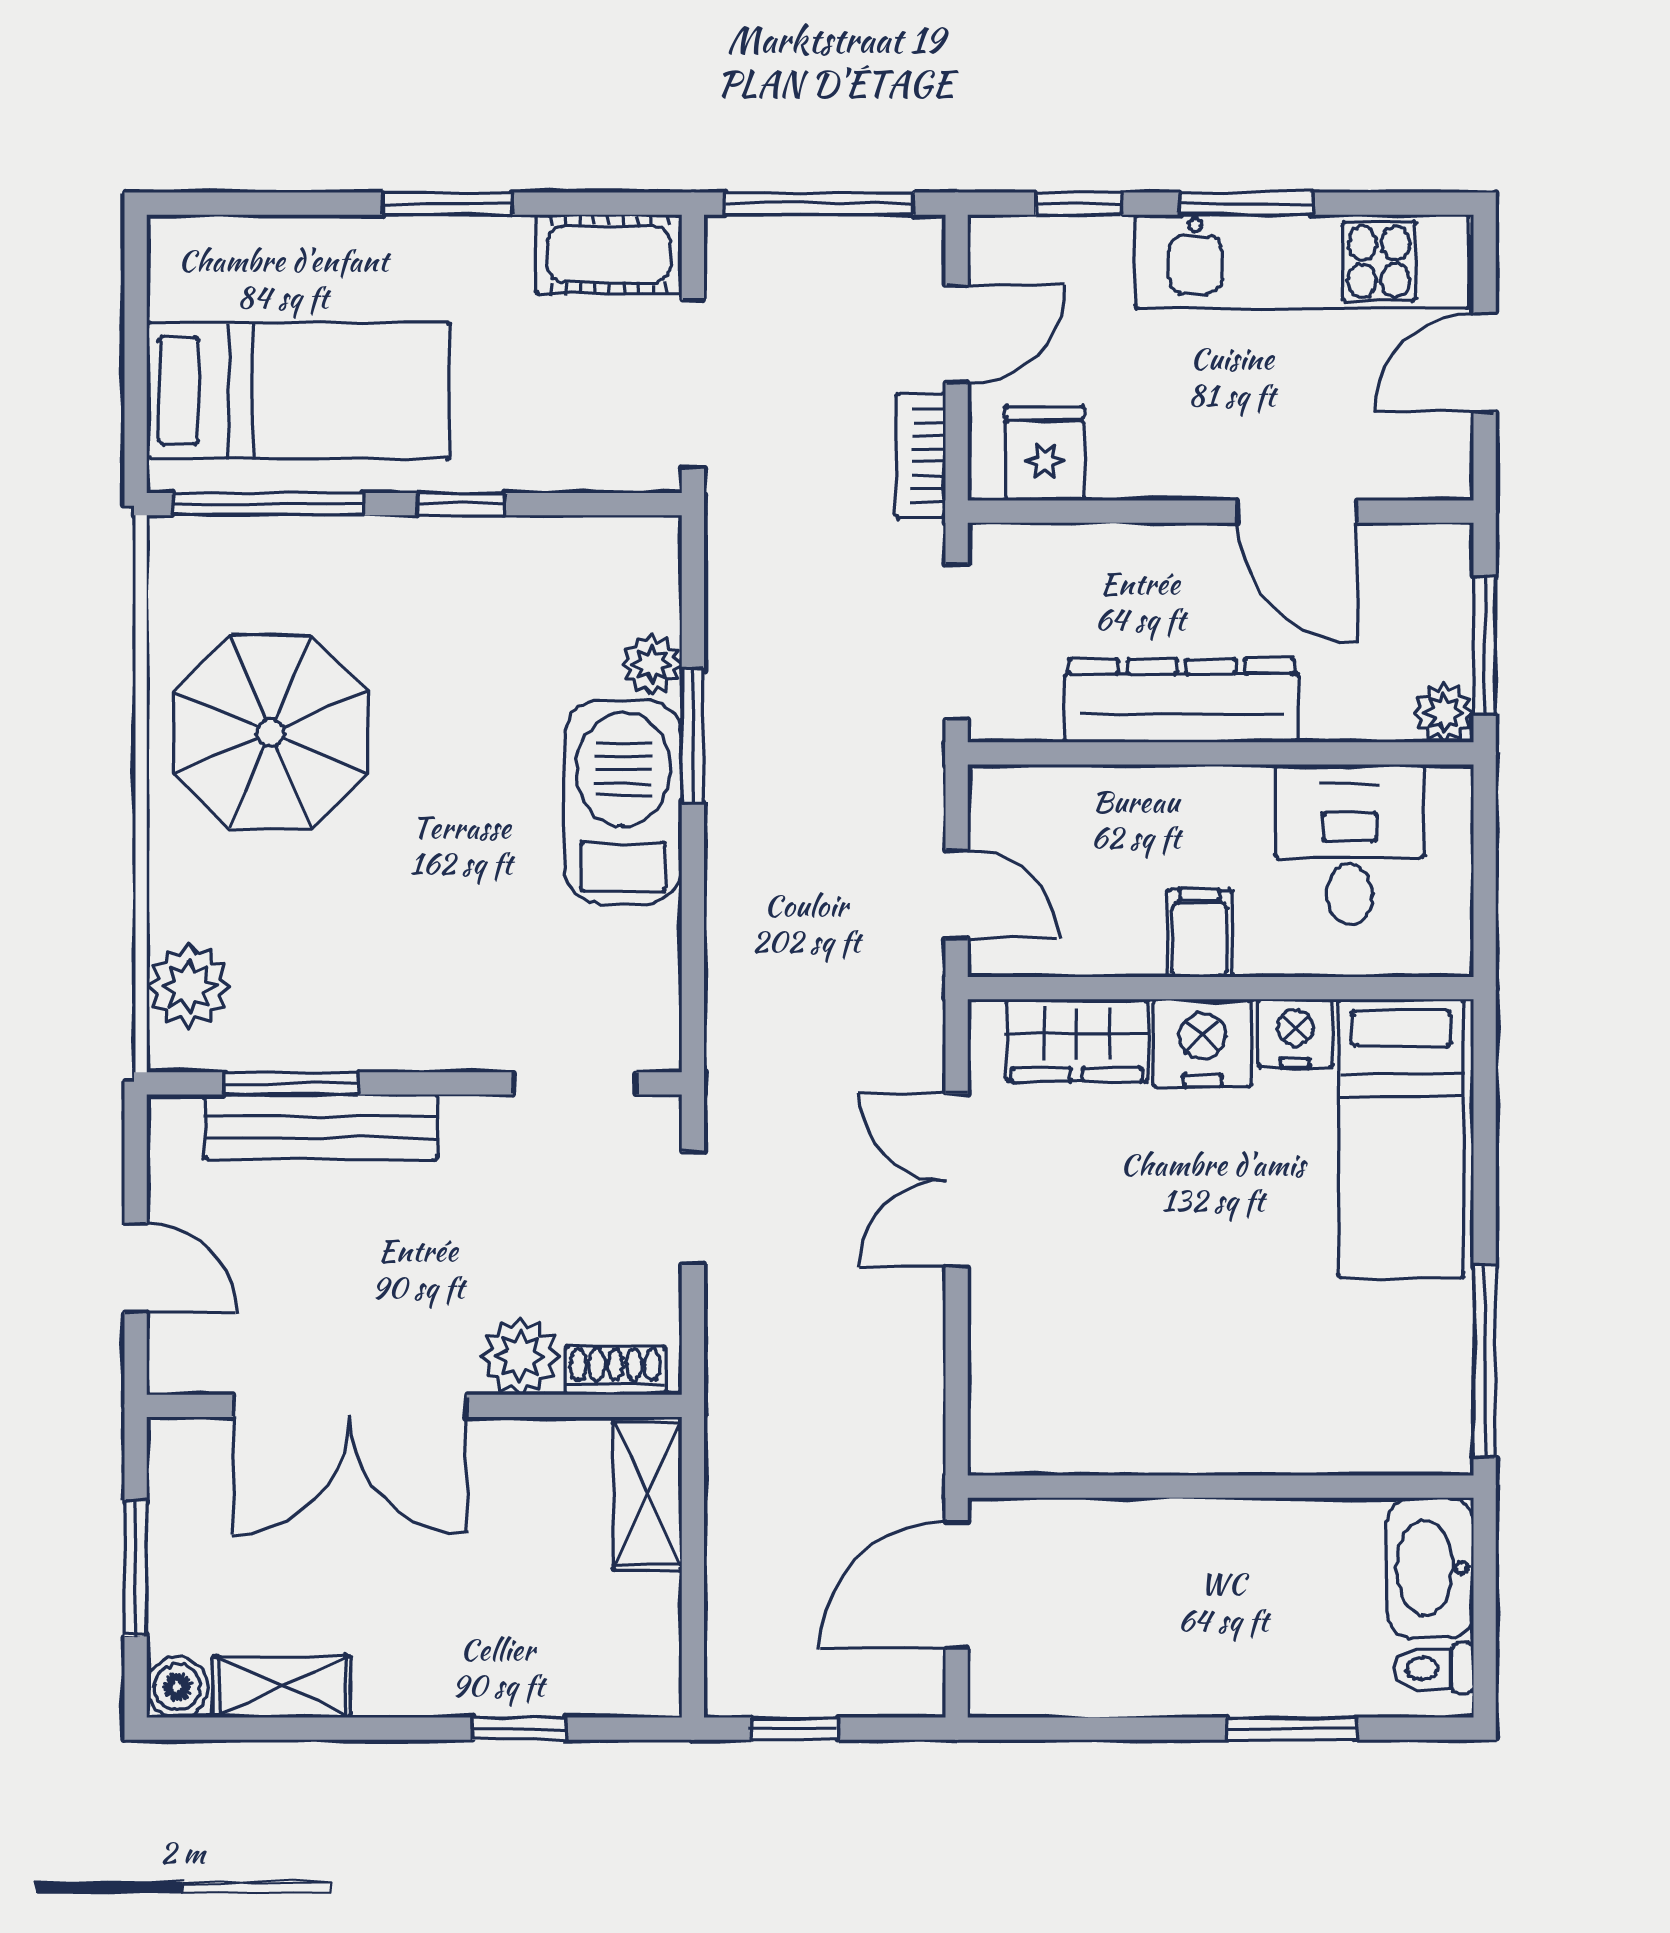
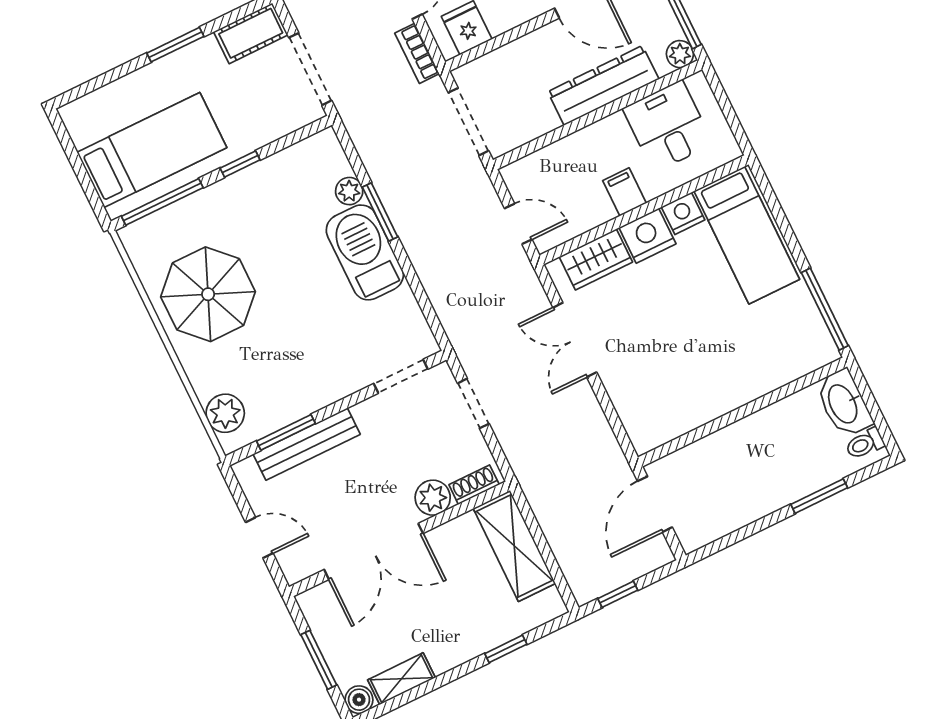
dresser: (1181, 701) -> (603, 85), moved
shelving: (647, 1493) -> (514, 546), width x1.50, depth x1.33

